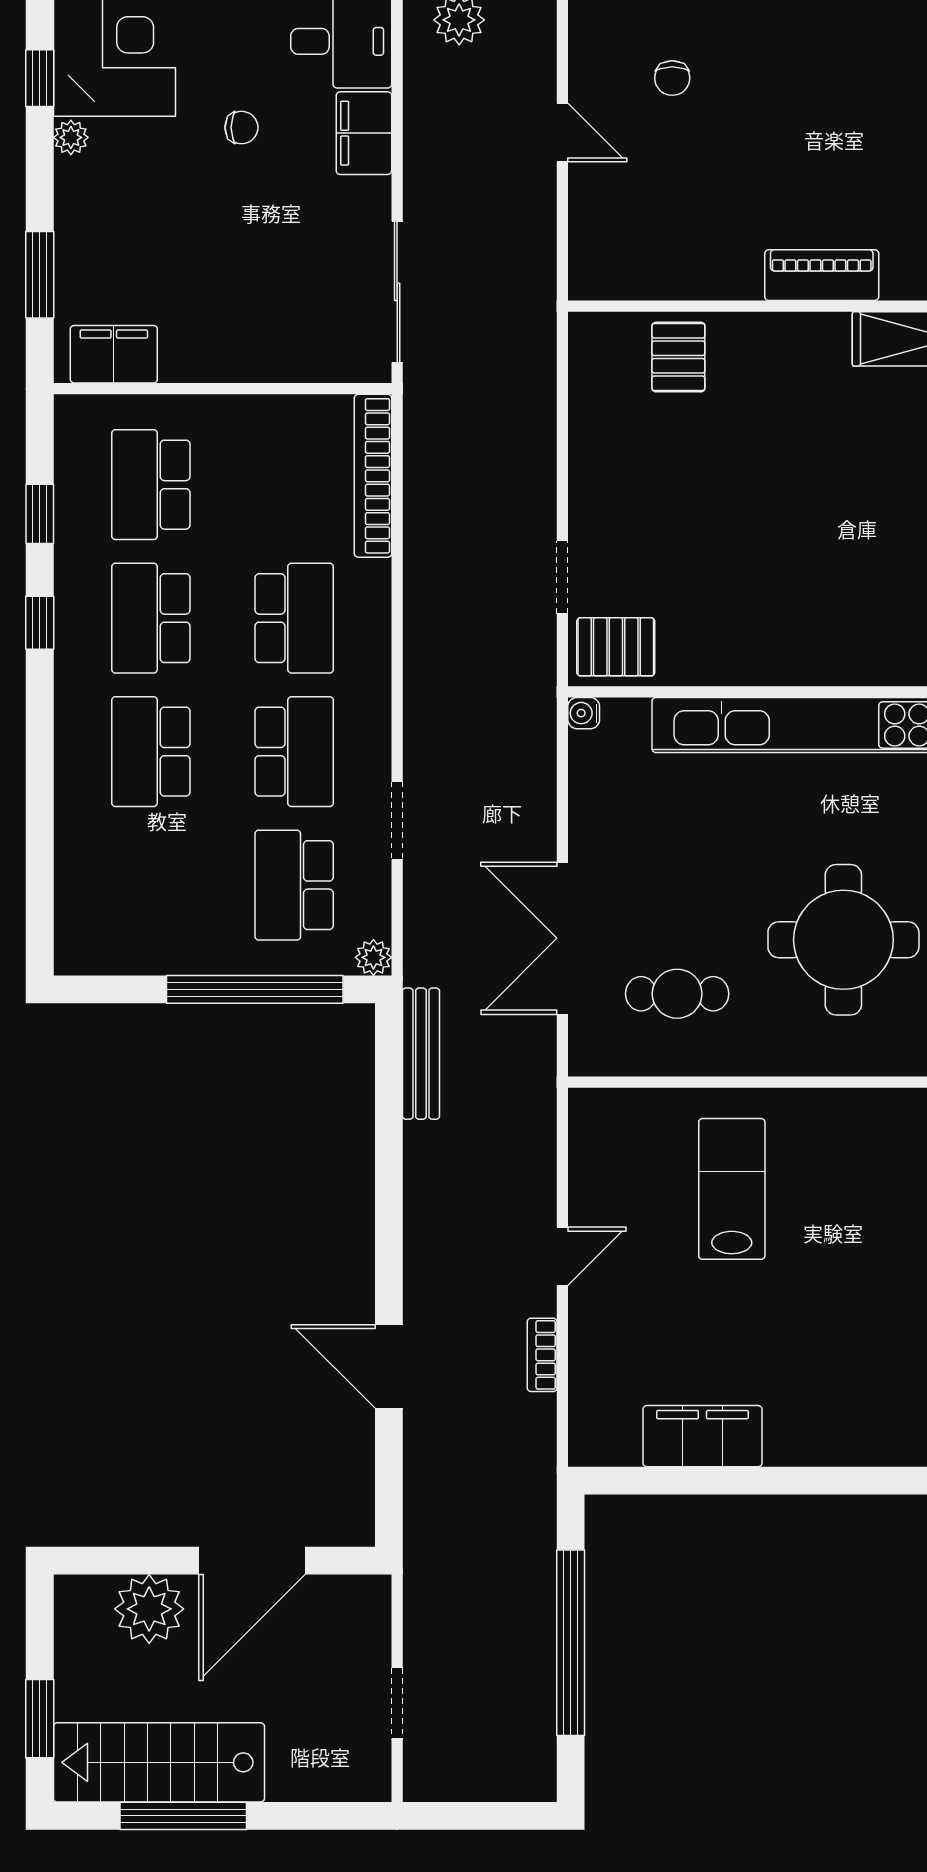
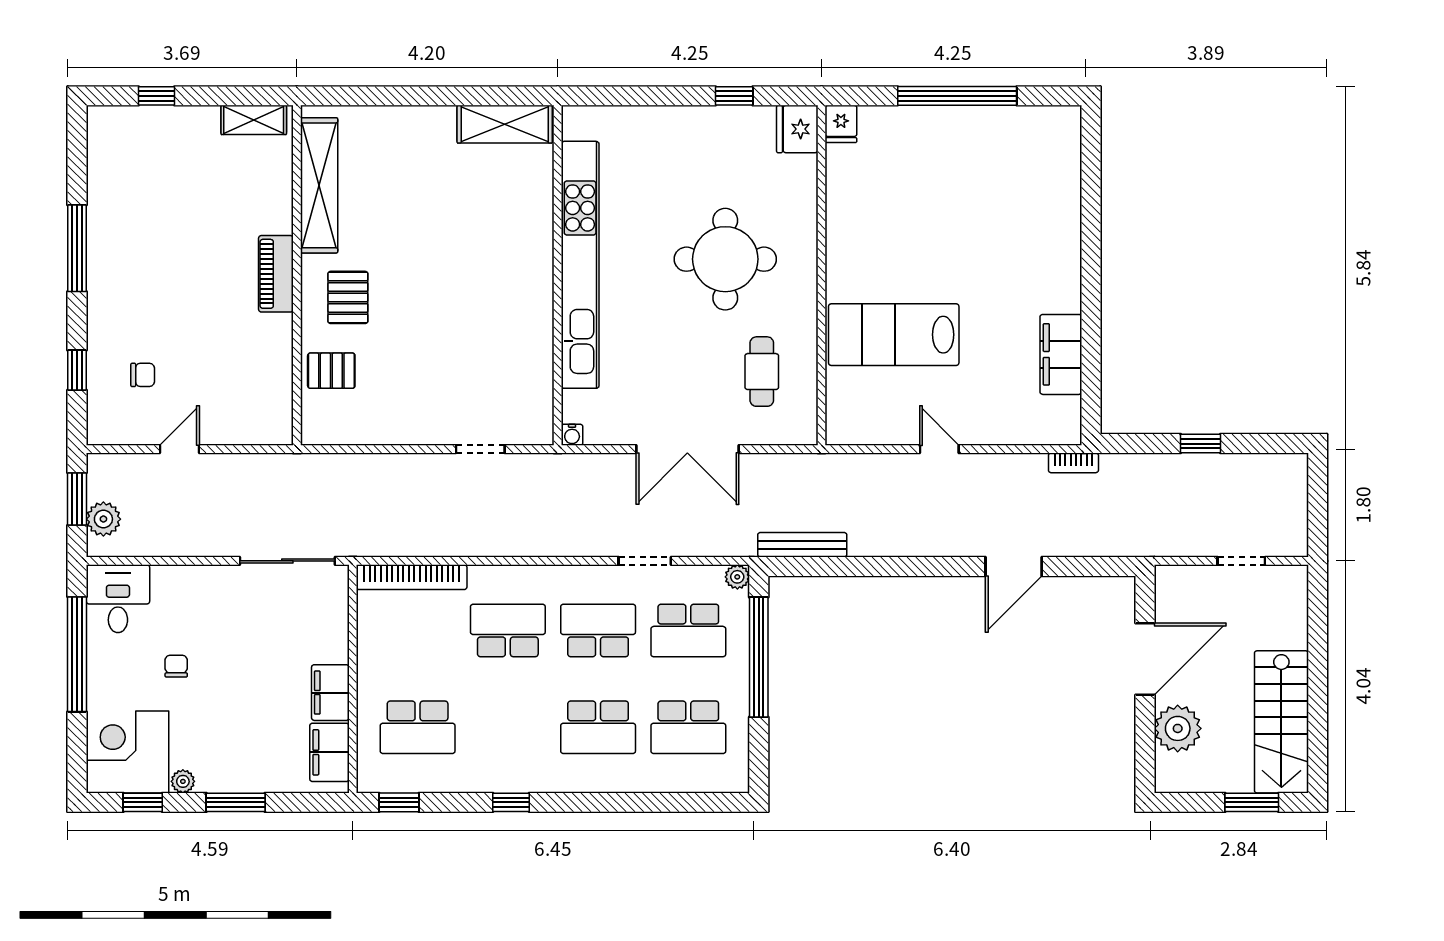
filing cabinet: (364, 133) -> (330, 693), moved, turned 90
window: (40, 275) -> (236, 802), moved
window: (40, 514) -> (399, 802), moved
school desk: (151, 618) -> (688, 727), moved
pallet: (616, 647) -> (348, 297), moved
double door: (562, 938) -> (687, 449), moved
lab bench: (732, 1189) -> (894, 335), width x1.36, depth x1.39
bookcase: (542, 1355) -> (1073, 463), moved
door: (252, 1561) -> (1145, 659), hinge flipped
window: (571, 1643) -> (1200, 444), width x0.32
window: (183, 1816) -> (1318, 705), removed

